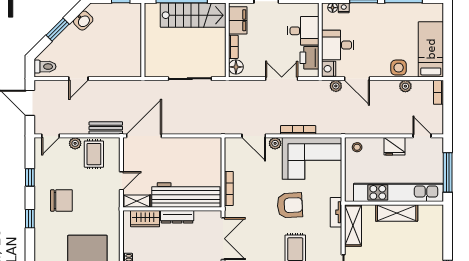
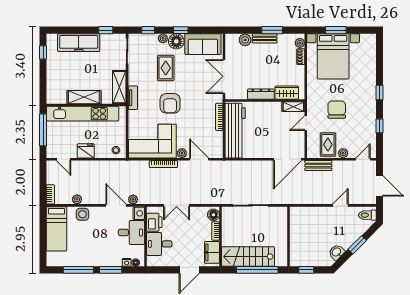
workbench: (186, 195) -> (235, 131), moved, turned -90
chair: (61, 200) -> (337, 110), moved, turned 90
armchair: (290, 205) -> (170, 103), turned -87

